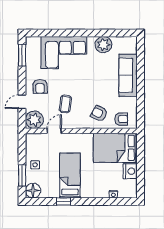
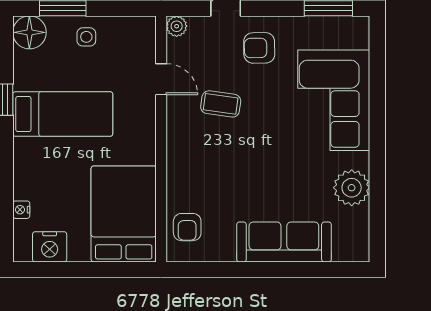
armchair: (99, 114) -> (199, 178), removed
plant: (34, 120) -> (177, 26), width x0.53, depth x0.53
nightstand: (130, 171) -> (50, 247), moved

